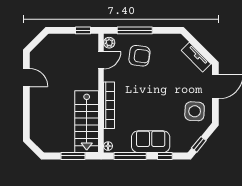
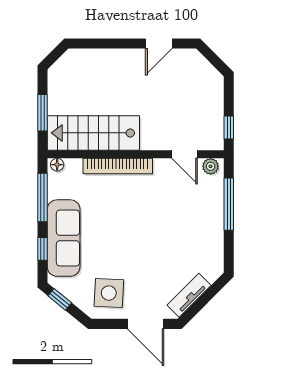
armchair: (139, 56) -> (191, 211), removed
sofa: (151, 142) -> (64, 238), width x1.36

